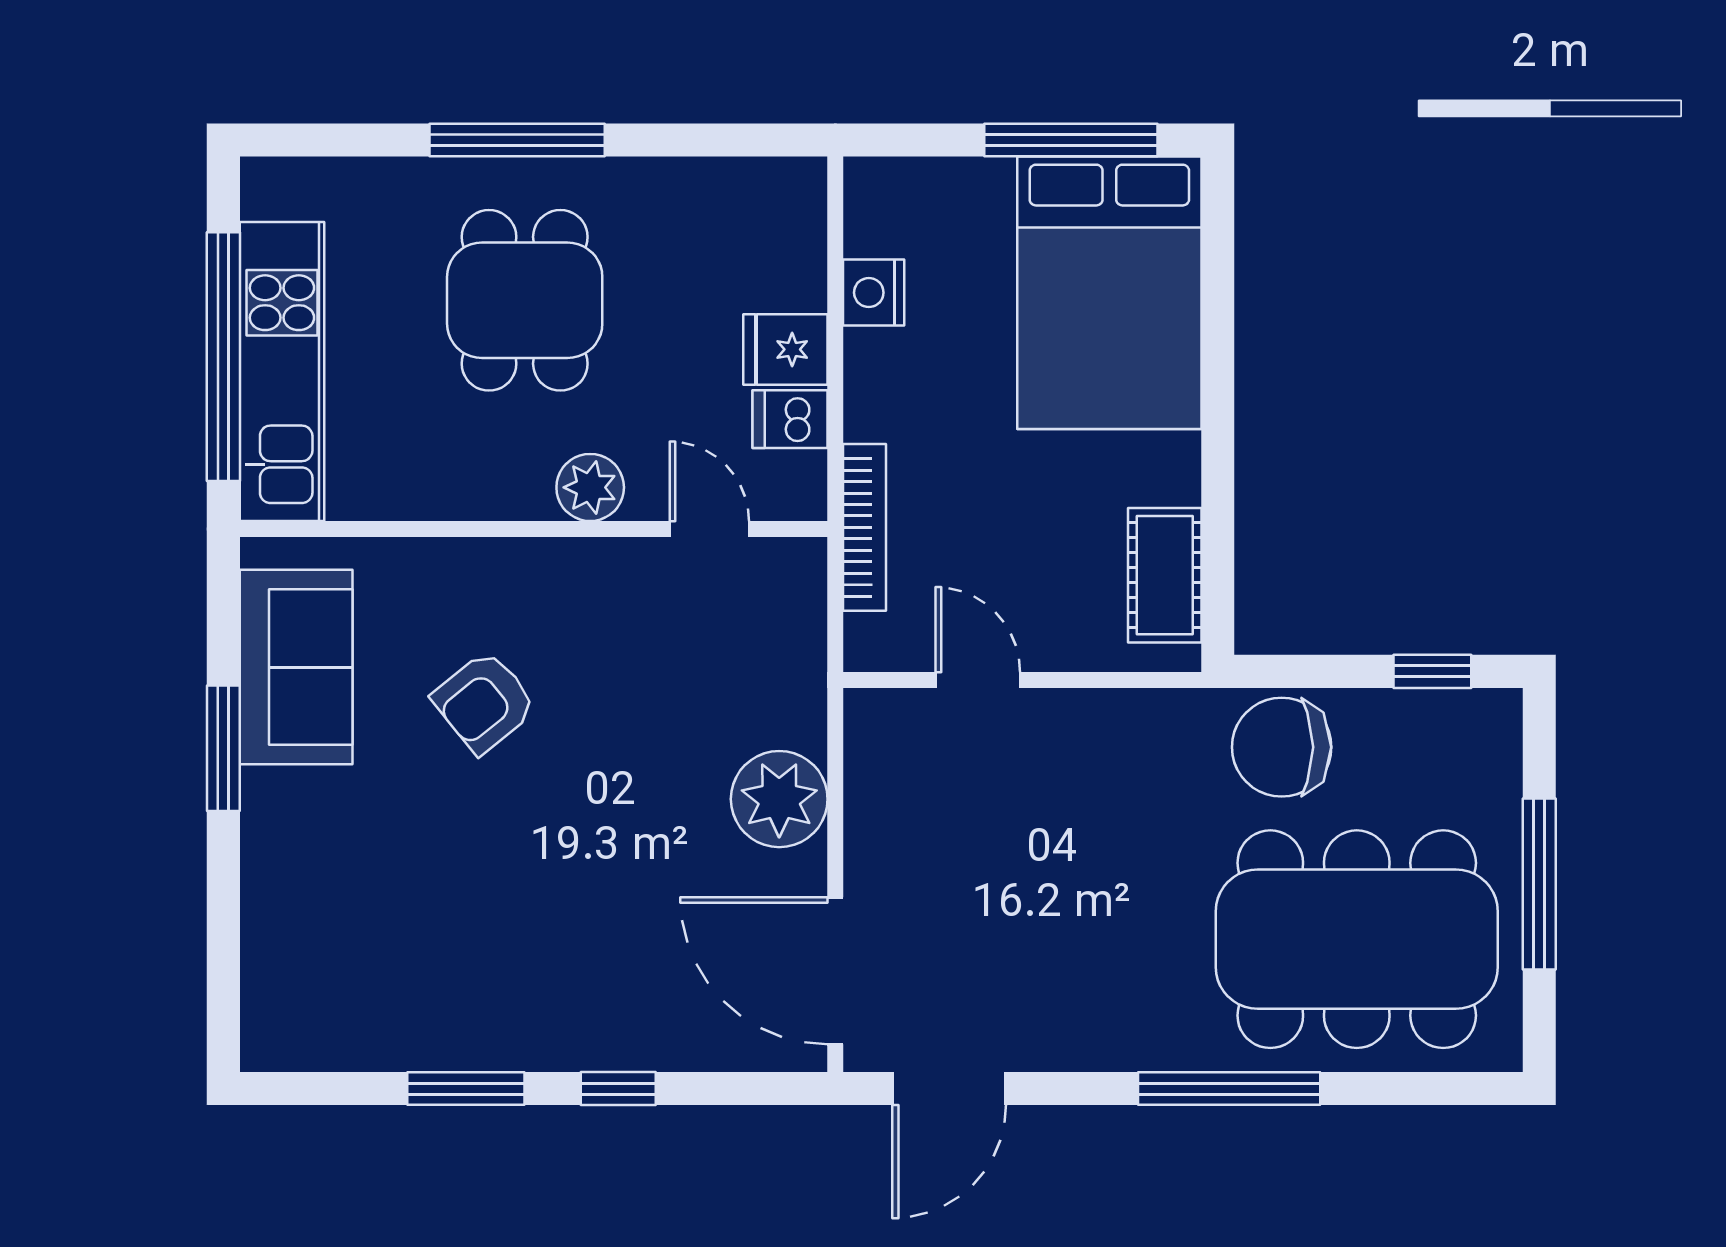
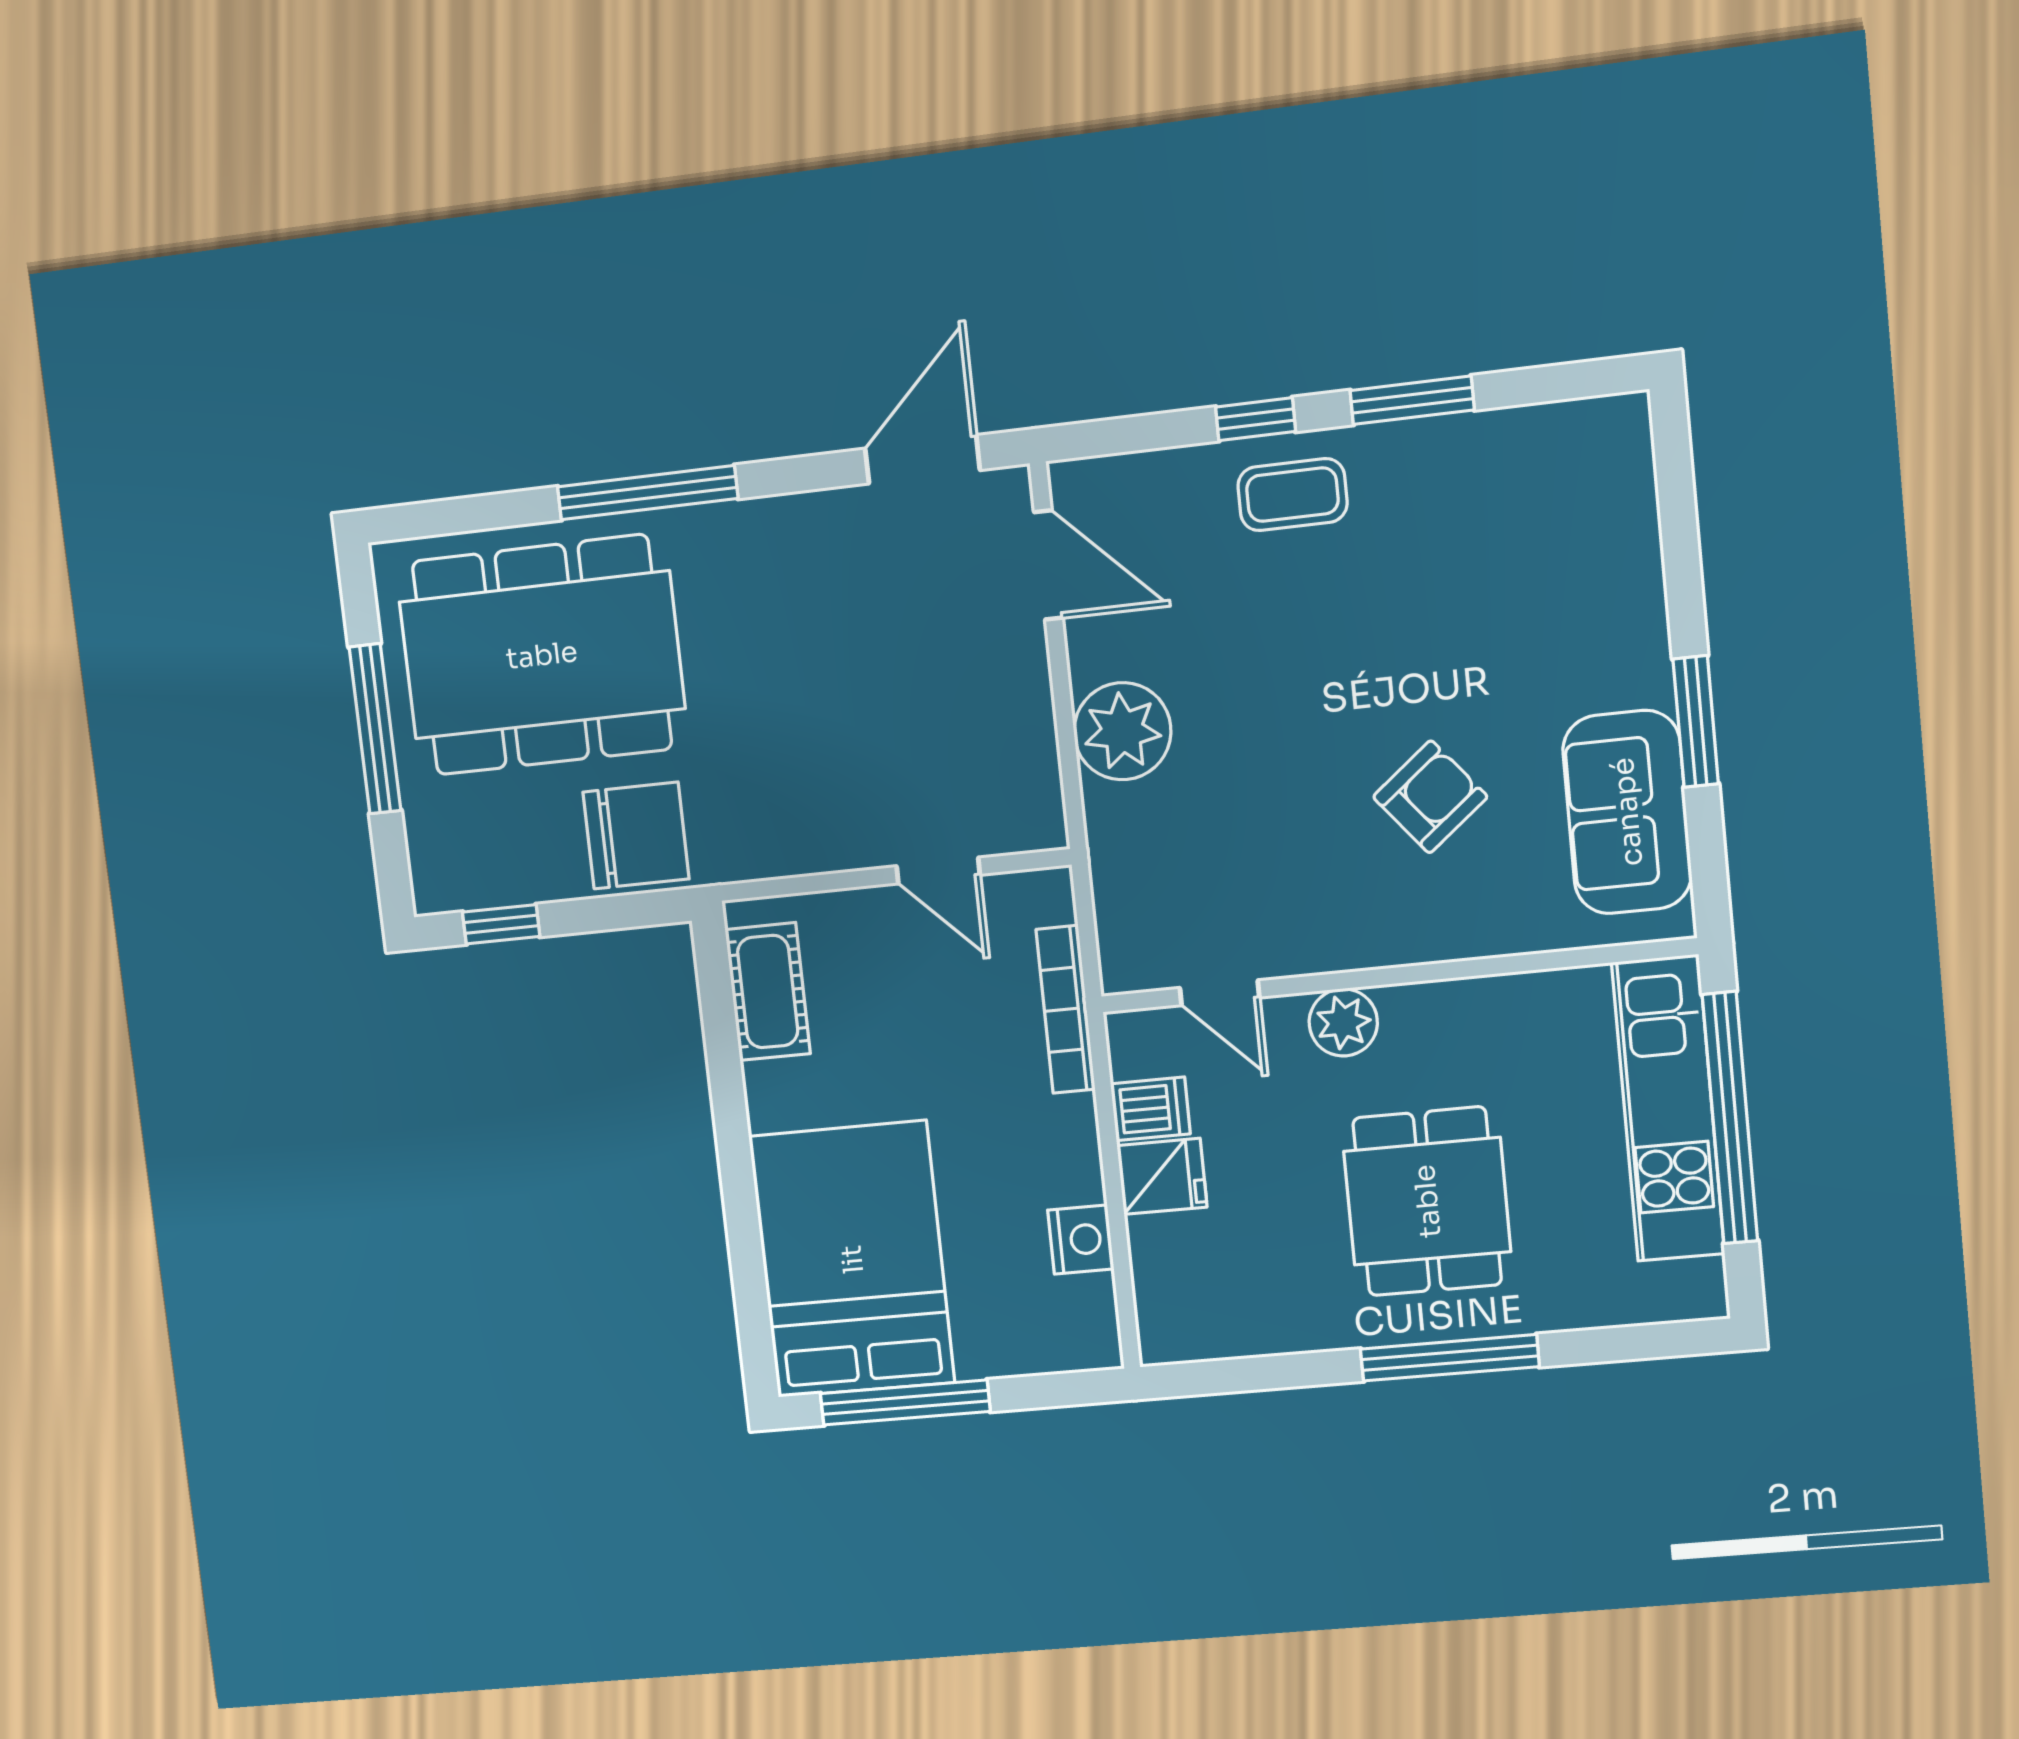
door: (835, 971) -> (1048, 565), width x0.73
coffee table: (590, 1011) -> (1292, 495), added

